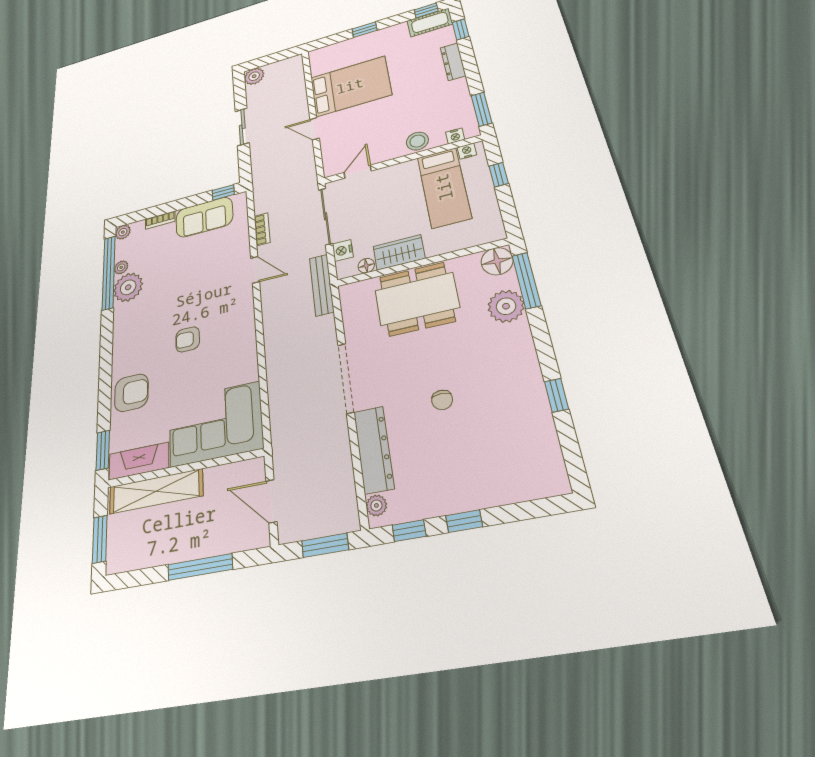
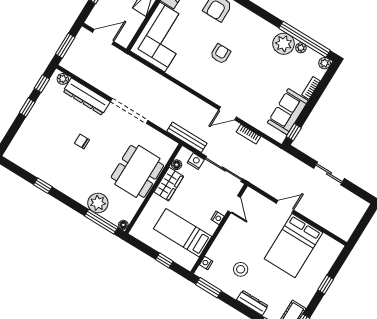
plant: (254, 76) -> (360, 206), removed
stool: (417, 141) -> (241, 269), moved
nightstand: (467, 151) -> (218, 218), moved
floor lamp: (497, 261) -> (123, 225), width x0.53, depth x0.53

